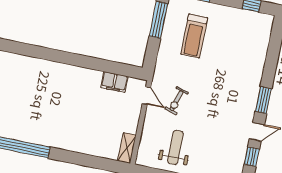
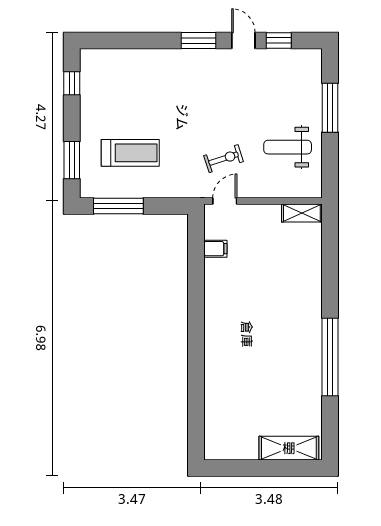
filing cabinet: (114, 82) -> (215, 249), width x0.50
exercise bike: (177, 101) -> (224, 159), turned -35

